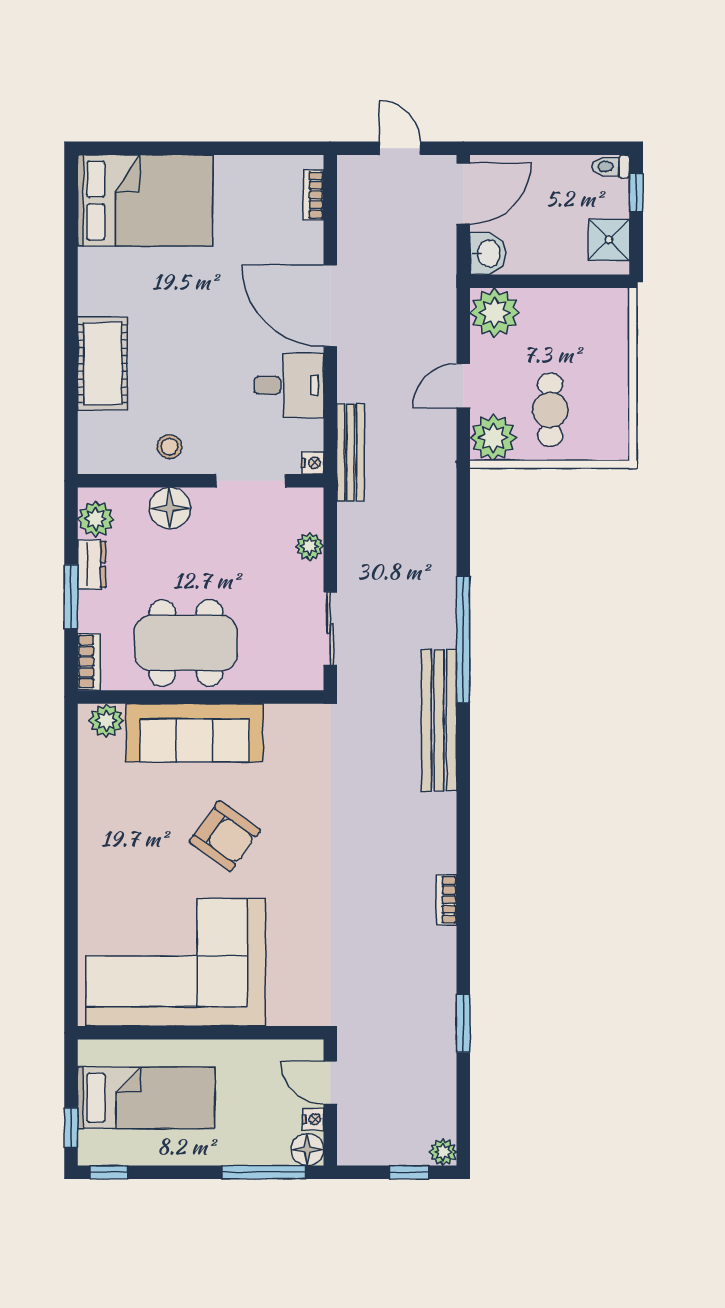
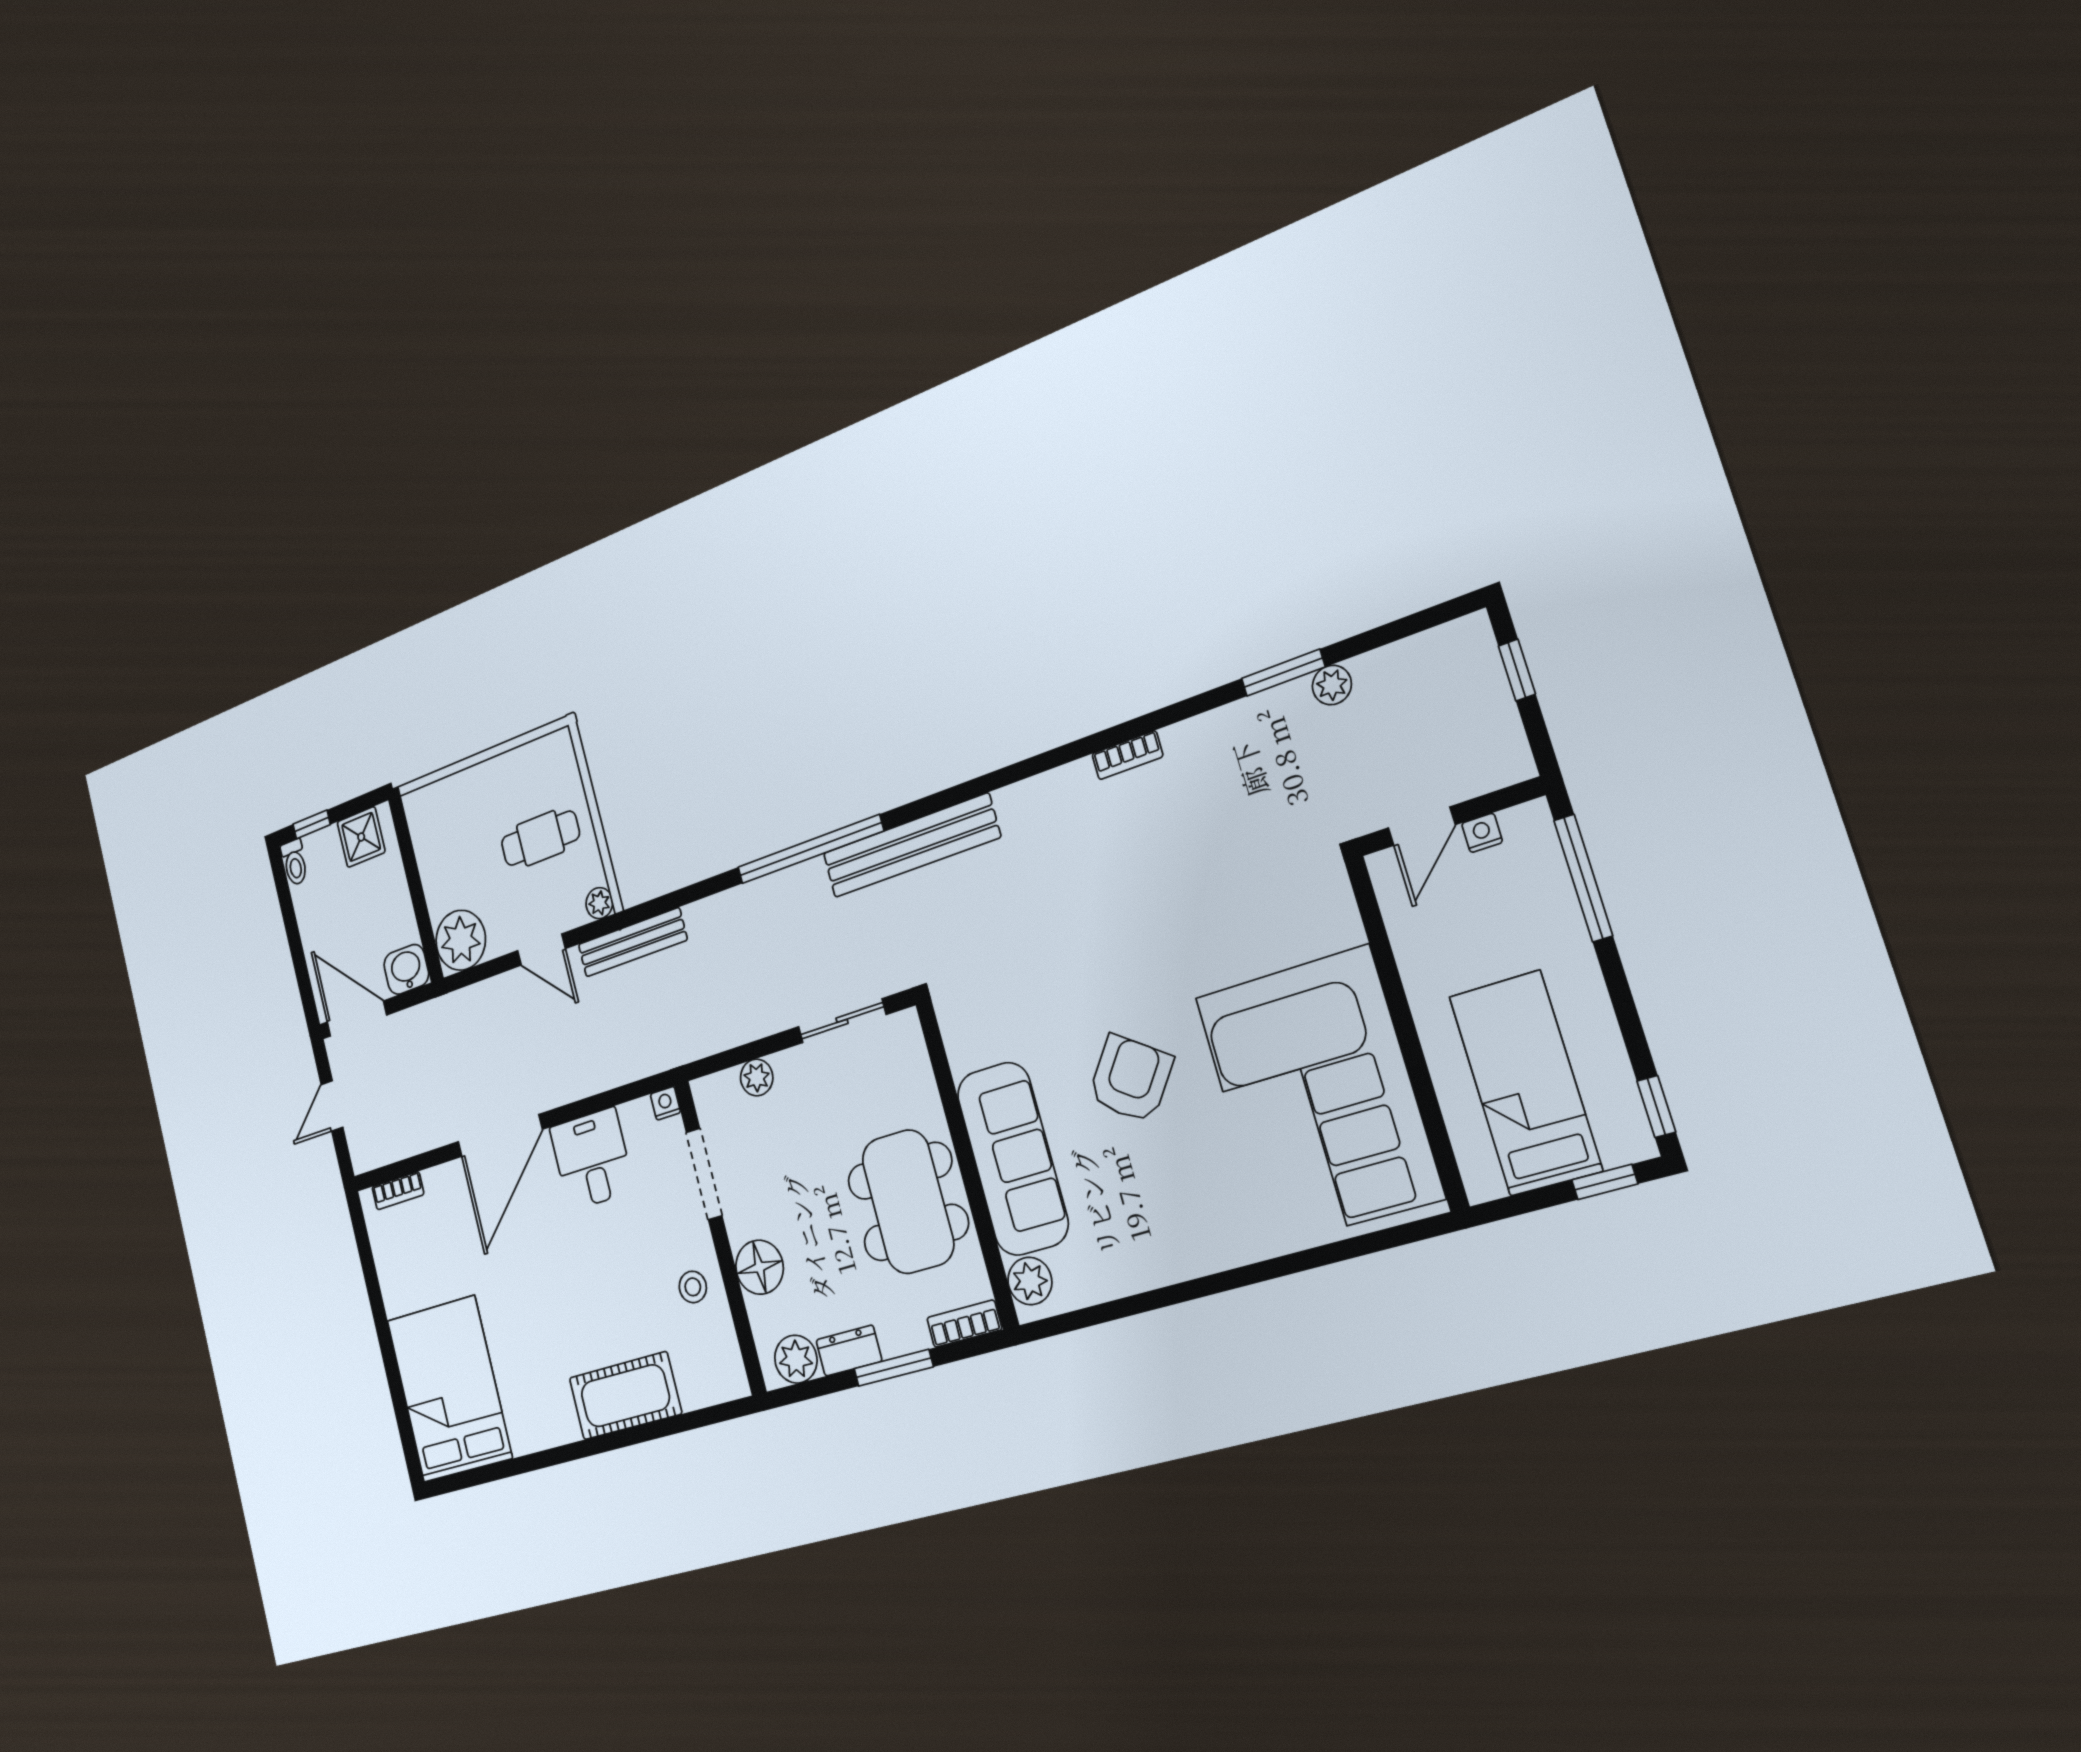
plant: (493, 438) -> (599, 903), width x0.53, depth x0.53
bench: (351, 453) -> (632, 942), moved
floor lamp: (307, 1149) -> (1529, 826), removed
plant: (443, 1152) -> (1332, 685), moved

